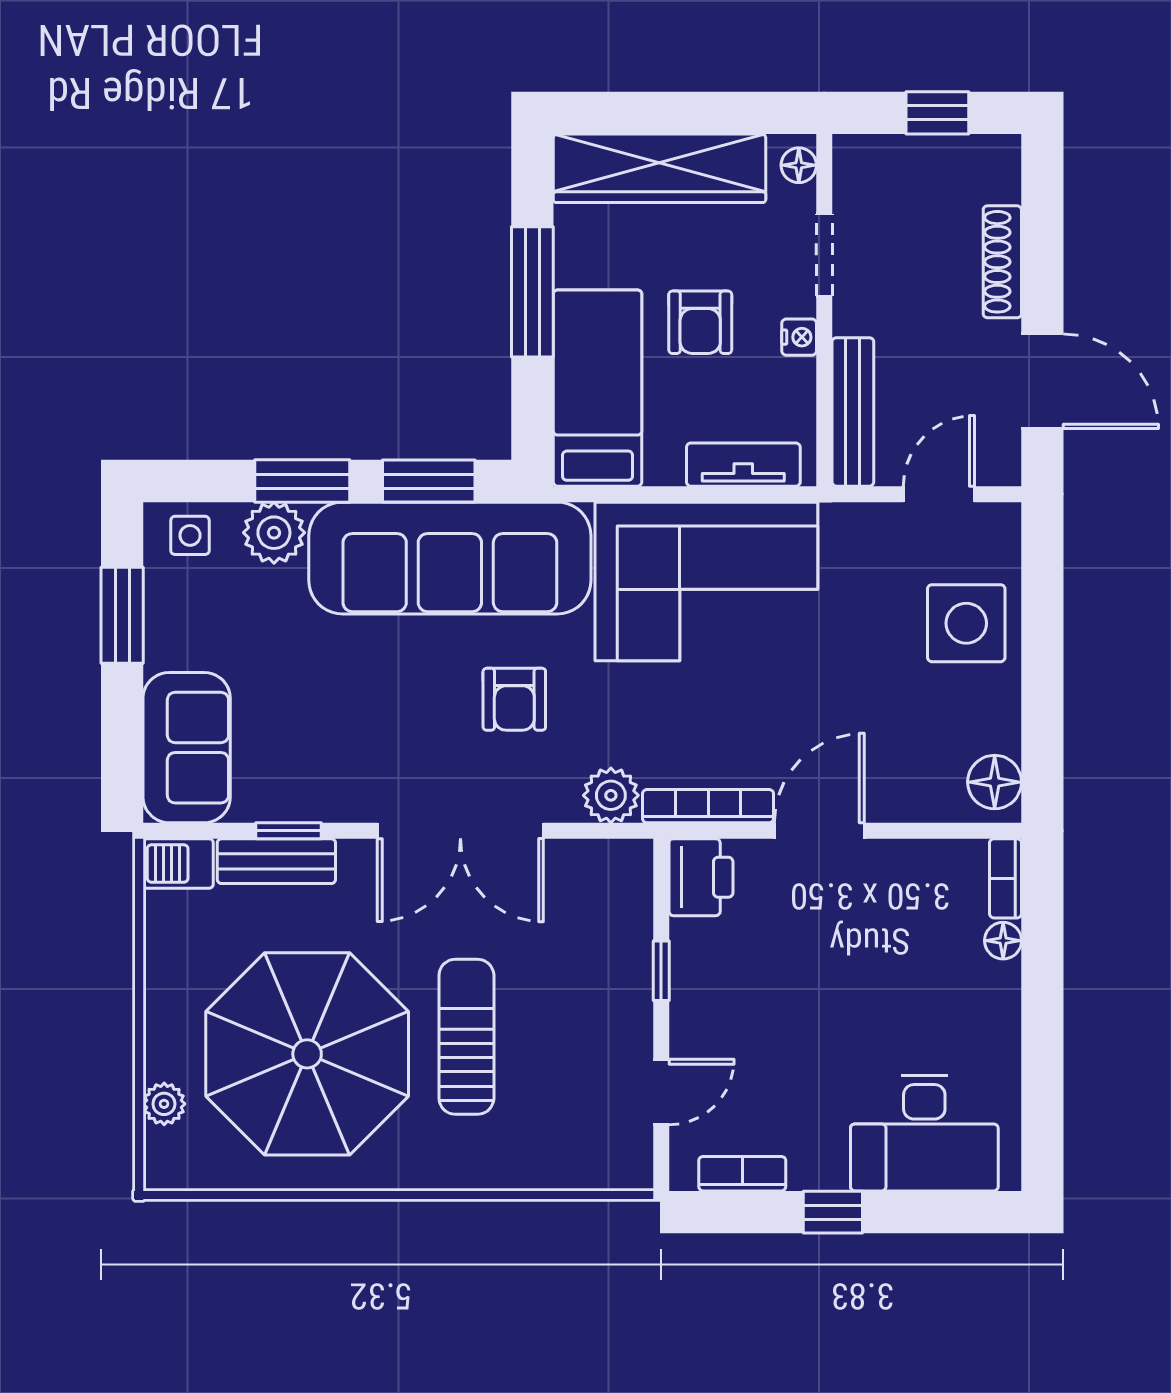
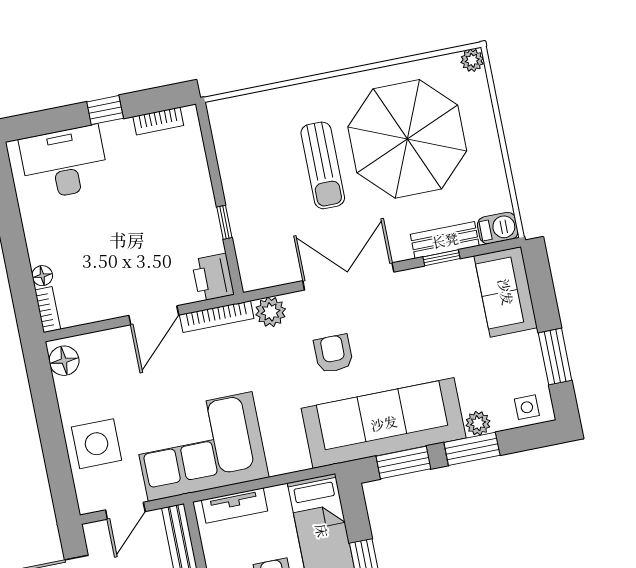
plant: (274, 533) -> (478, 423), width x0.73, depth x0.73
corner sofa: (706, 581) -> (200, 447), moved
door: (661, 1092) -> (211, 157), removed
plant: (164, 1104) -> (472, 60), moved

